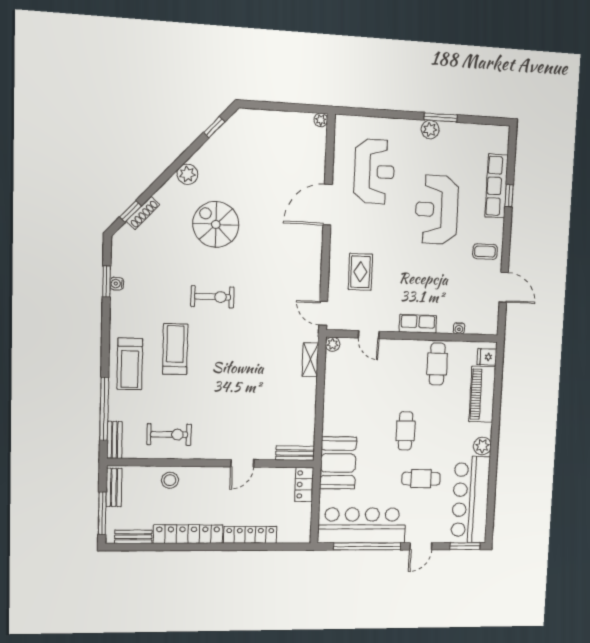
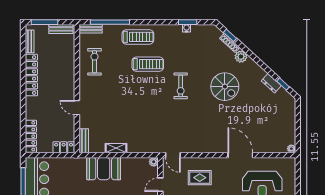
dresser: (212, 147) -> (271, 83), added
plant: (187, 174) -> (241, 57), moved
spiral stairs: (216, 224) -> (225, 87), turned 90
door: (323, 313) -> (173, 155), swing flipped
shelving: (310, 360) -> (116, 148), moved
treadmill: (130, 364) -> (138, 37), turned 180
exercise bike: (169, 434) -> (95, 62), turned 180
booth: (338, 463) -> (104, 169), moved
stool: (170, 480) -> (66, 63), removed
locker: (250, 535) -> (31, 136), moved

